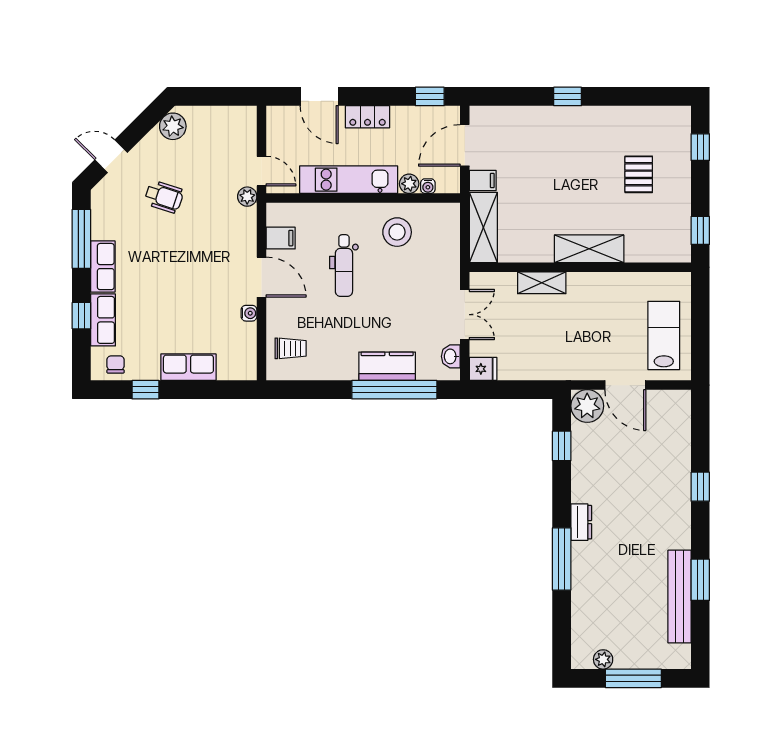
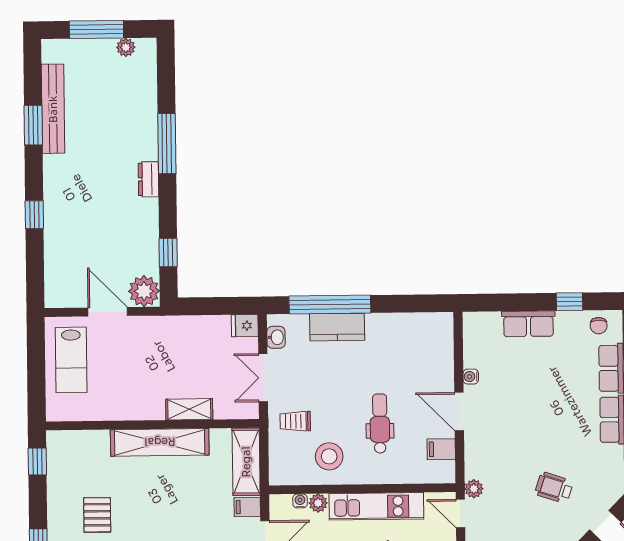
shelving: (589, 249) -> (160, 442), width x1.47
trolley: (291, 348) -> (295, 421), moved

